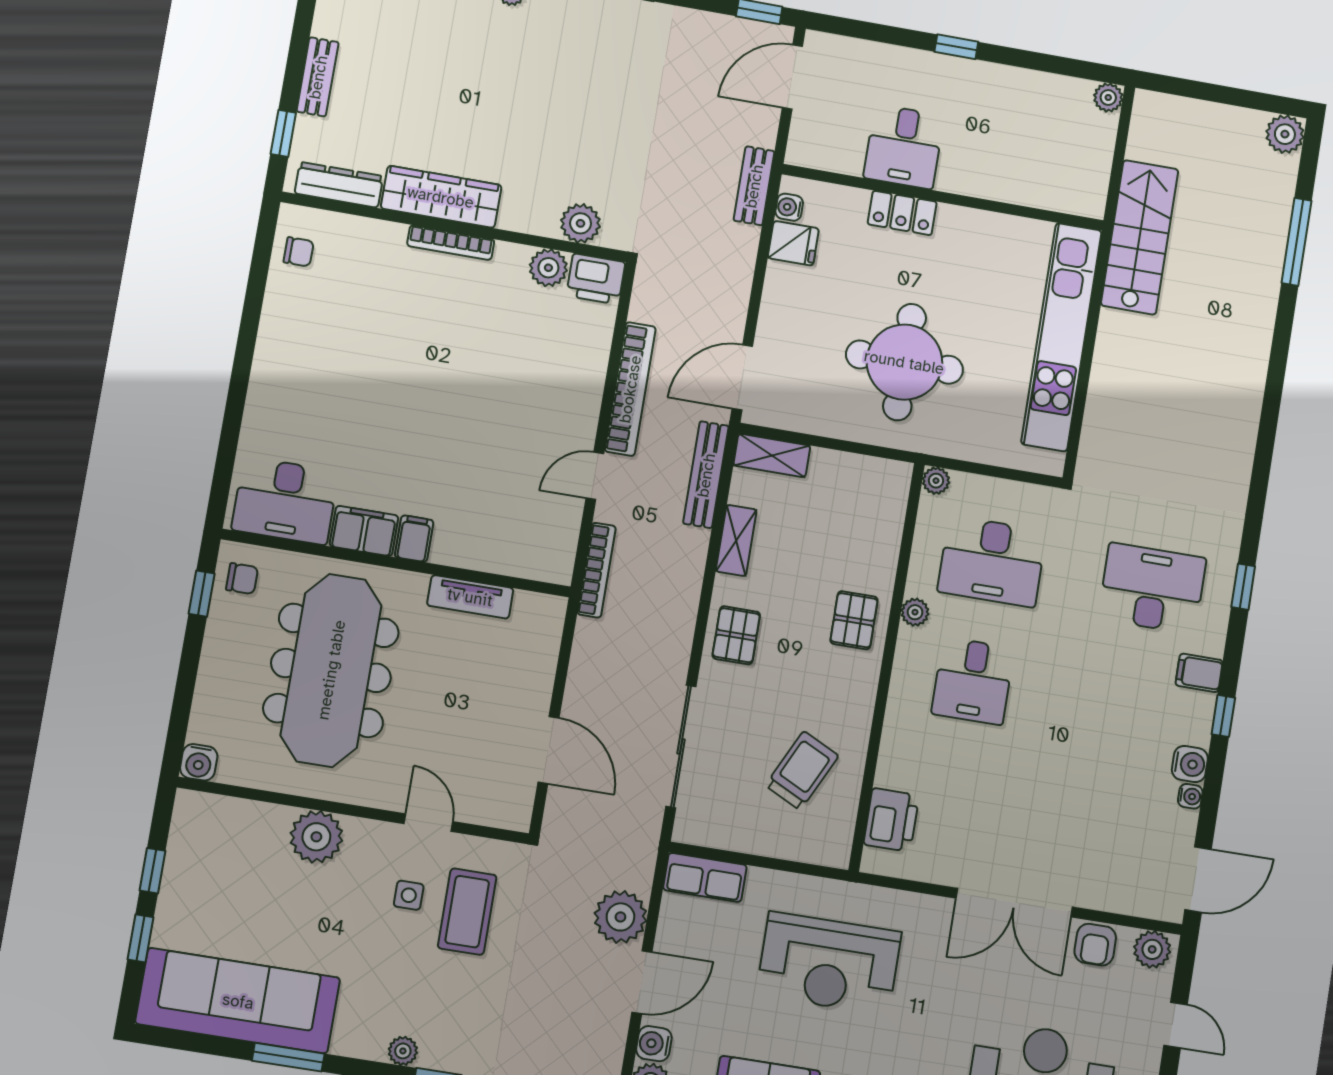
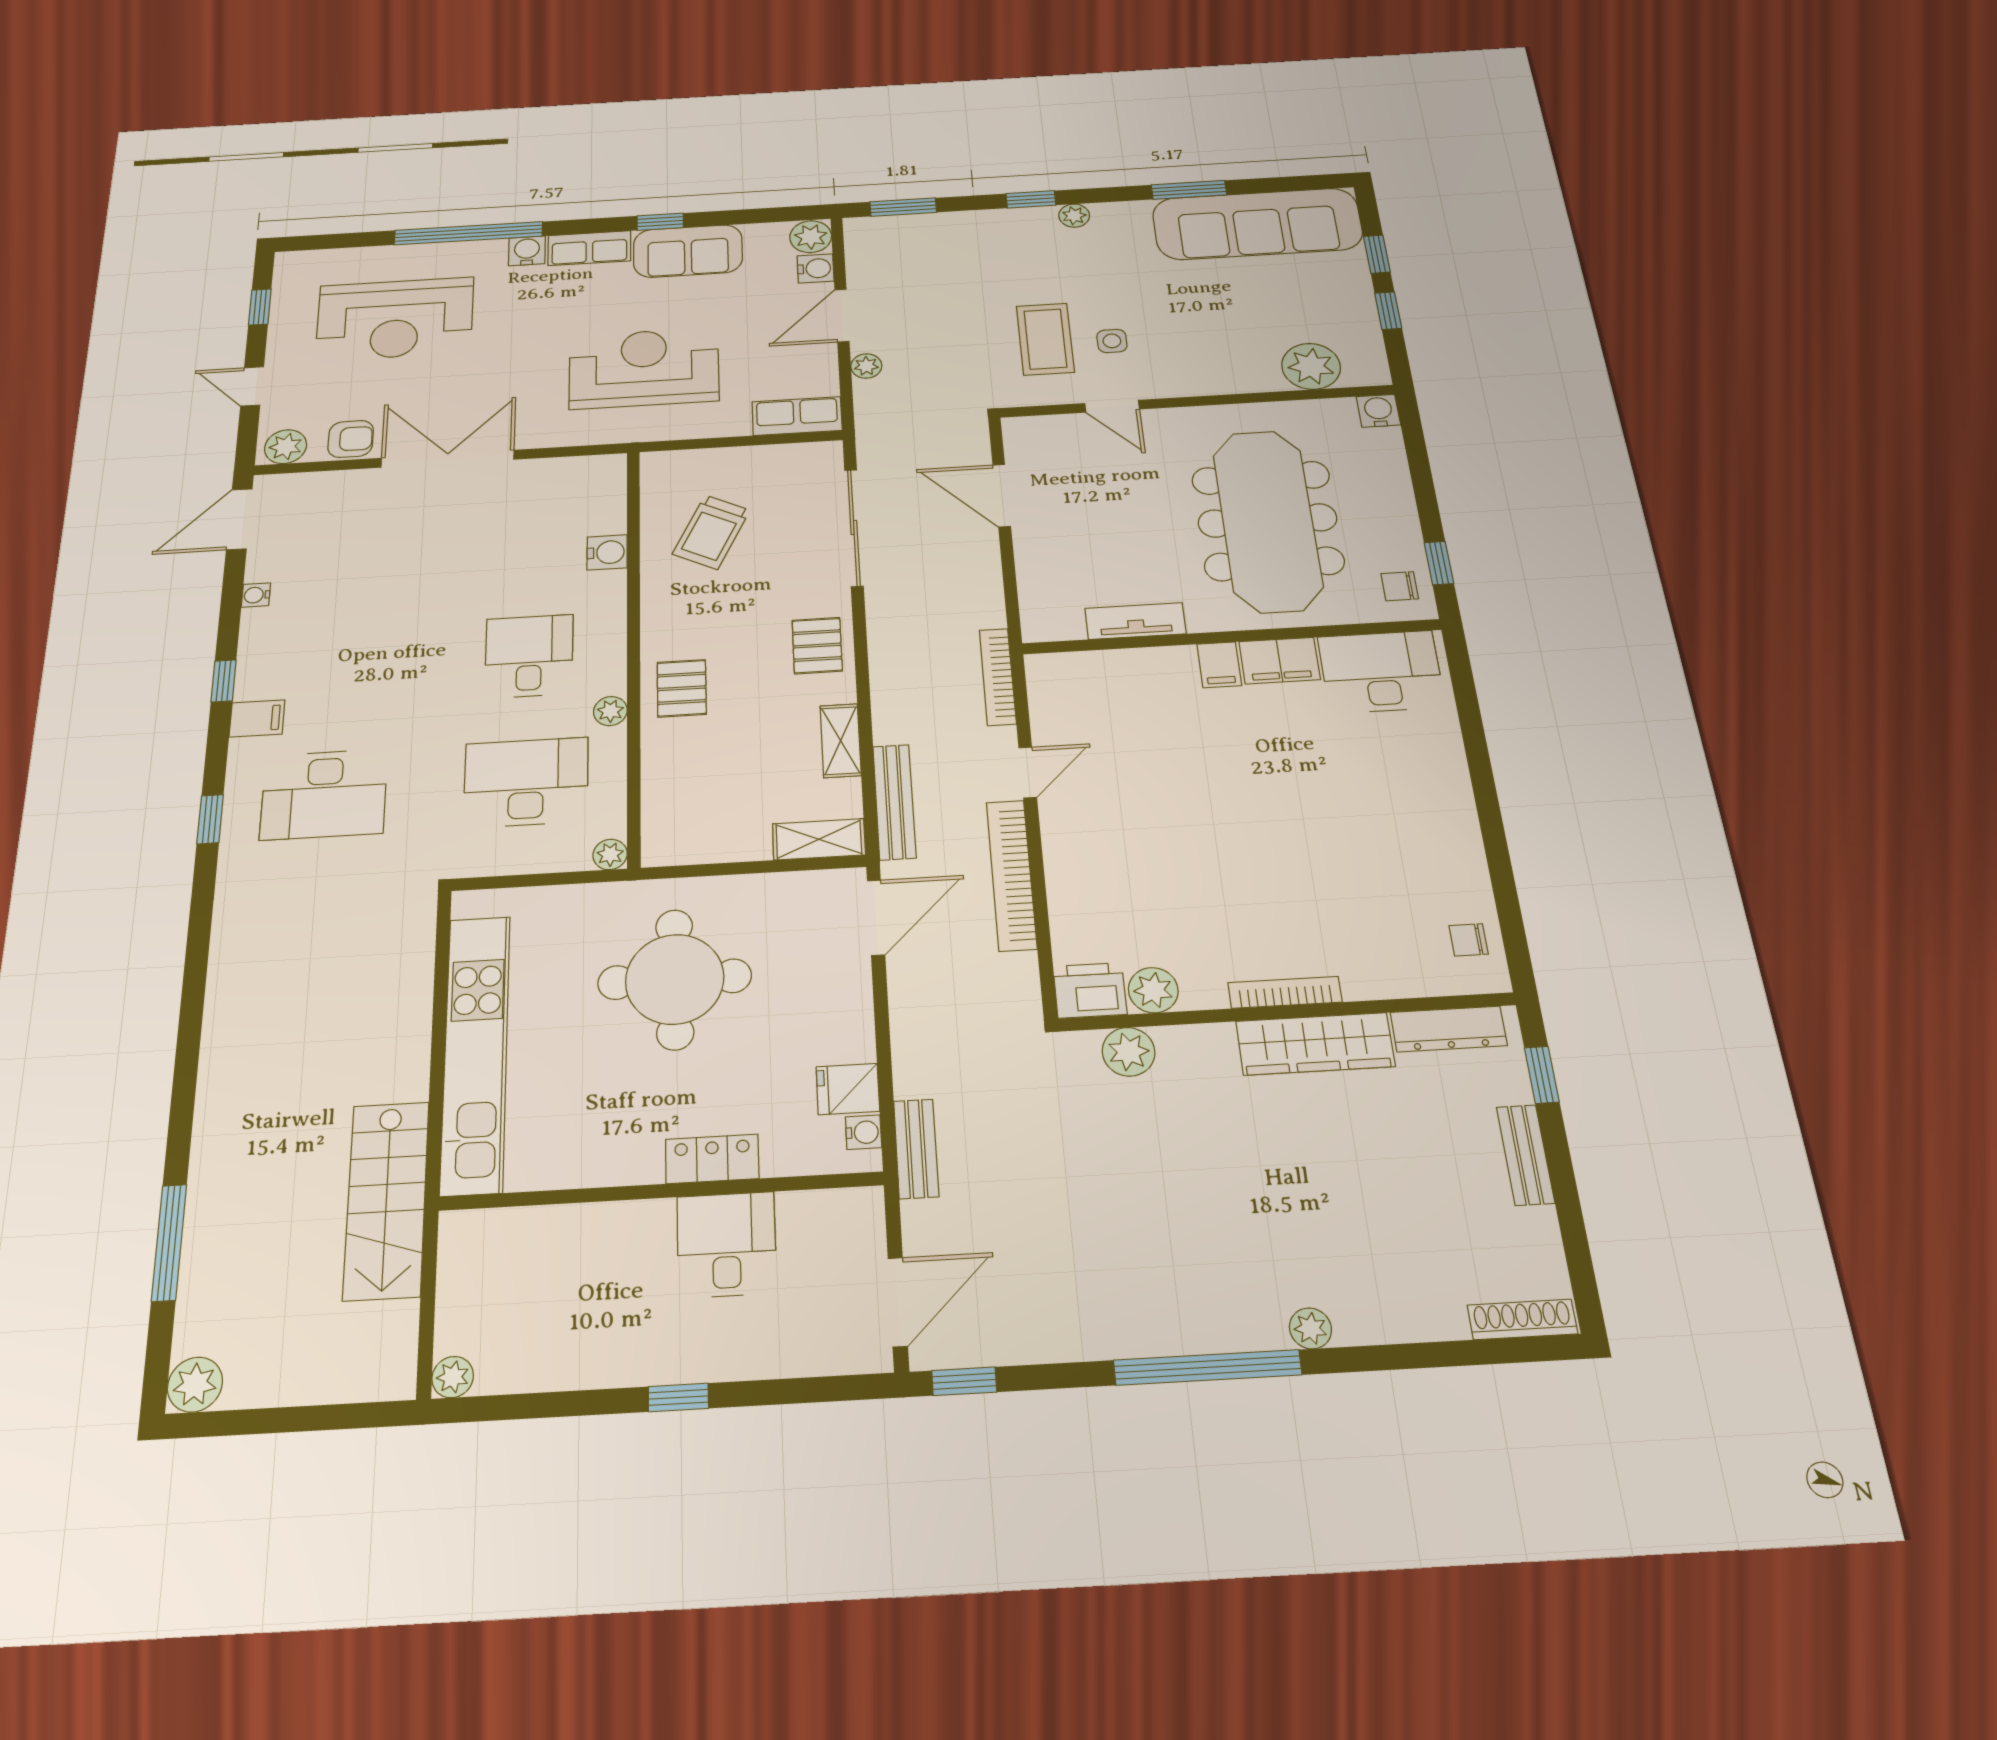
water cooler: (1190, 764) -> (607, 552), moved, turned 180
printer: (891, 820) -> (600, 507), removed
plant: (316, 837) -> (1311, 366), moved
plant: (620, 917) -> (866, 366), width x0.53, depth x0.53
armchair: (1095, 945) -> (351, 439), turned 90

